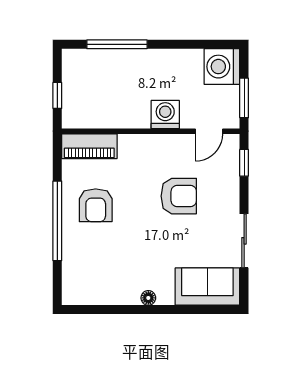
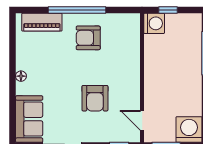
washing machine: (165, 115) -> (154, 23), moved
piano: (89, 146) -> (42, 22), moved, turned -90

